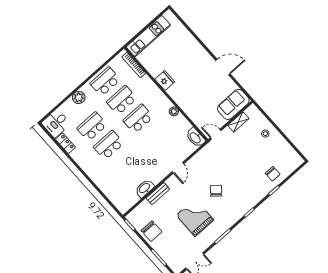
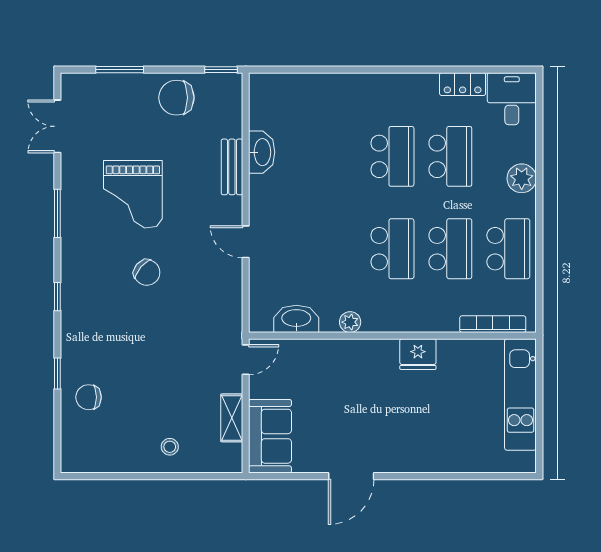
washbasin: (195, 138) -> (296, 319), moved
grand piano: (195, 218) -> (133, 194), turned 90

